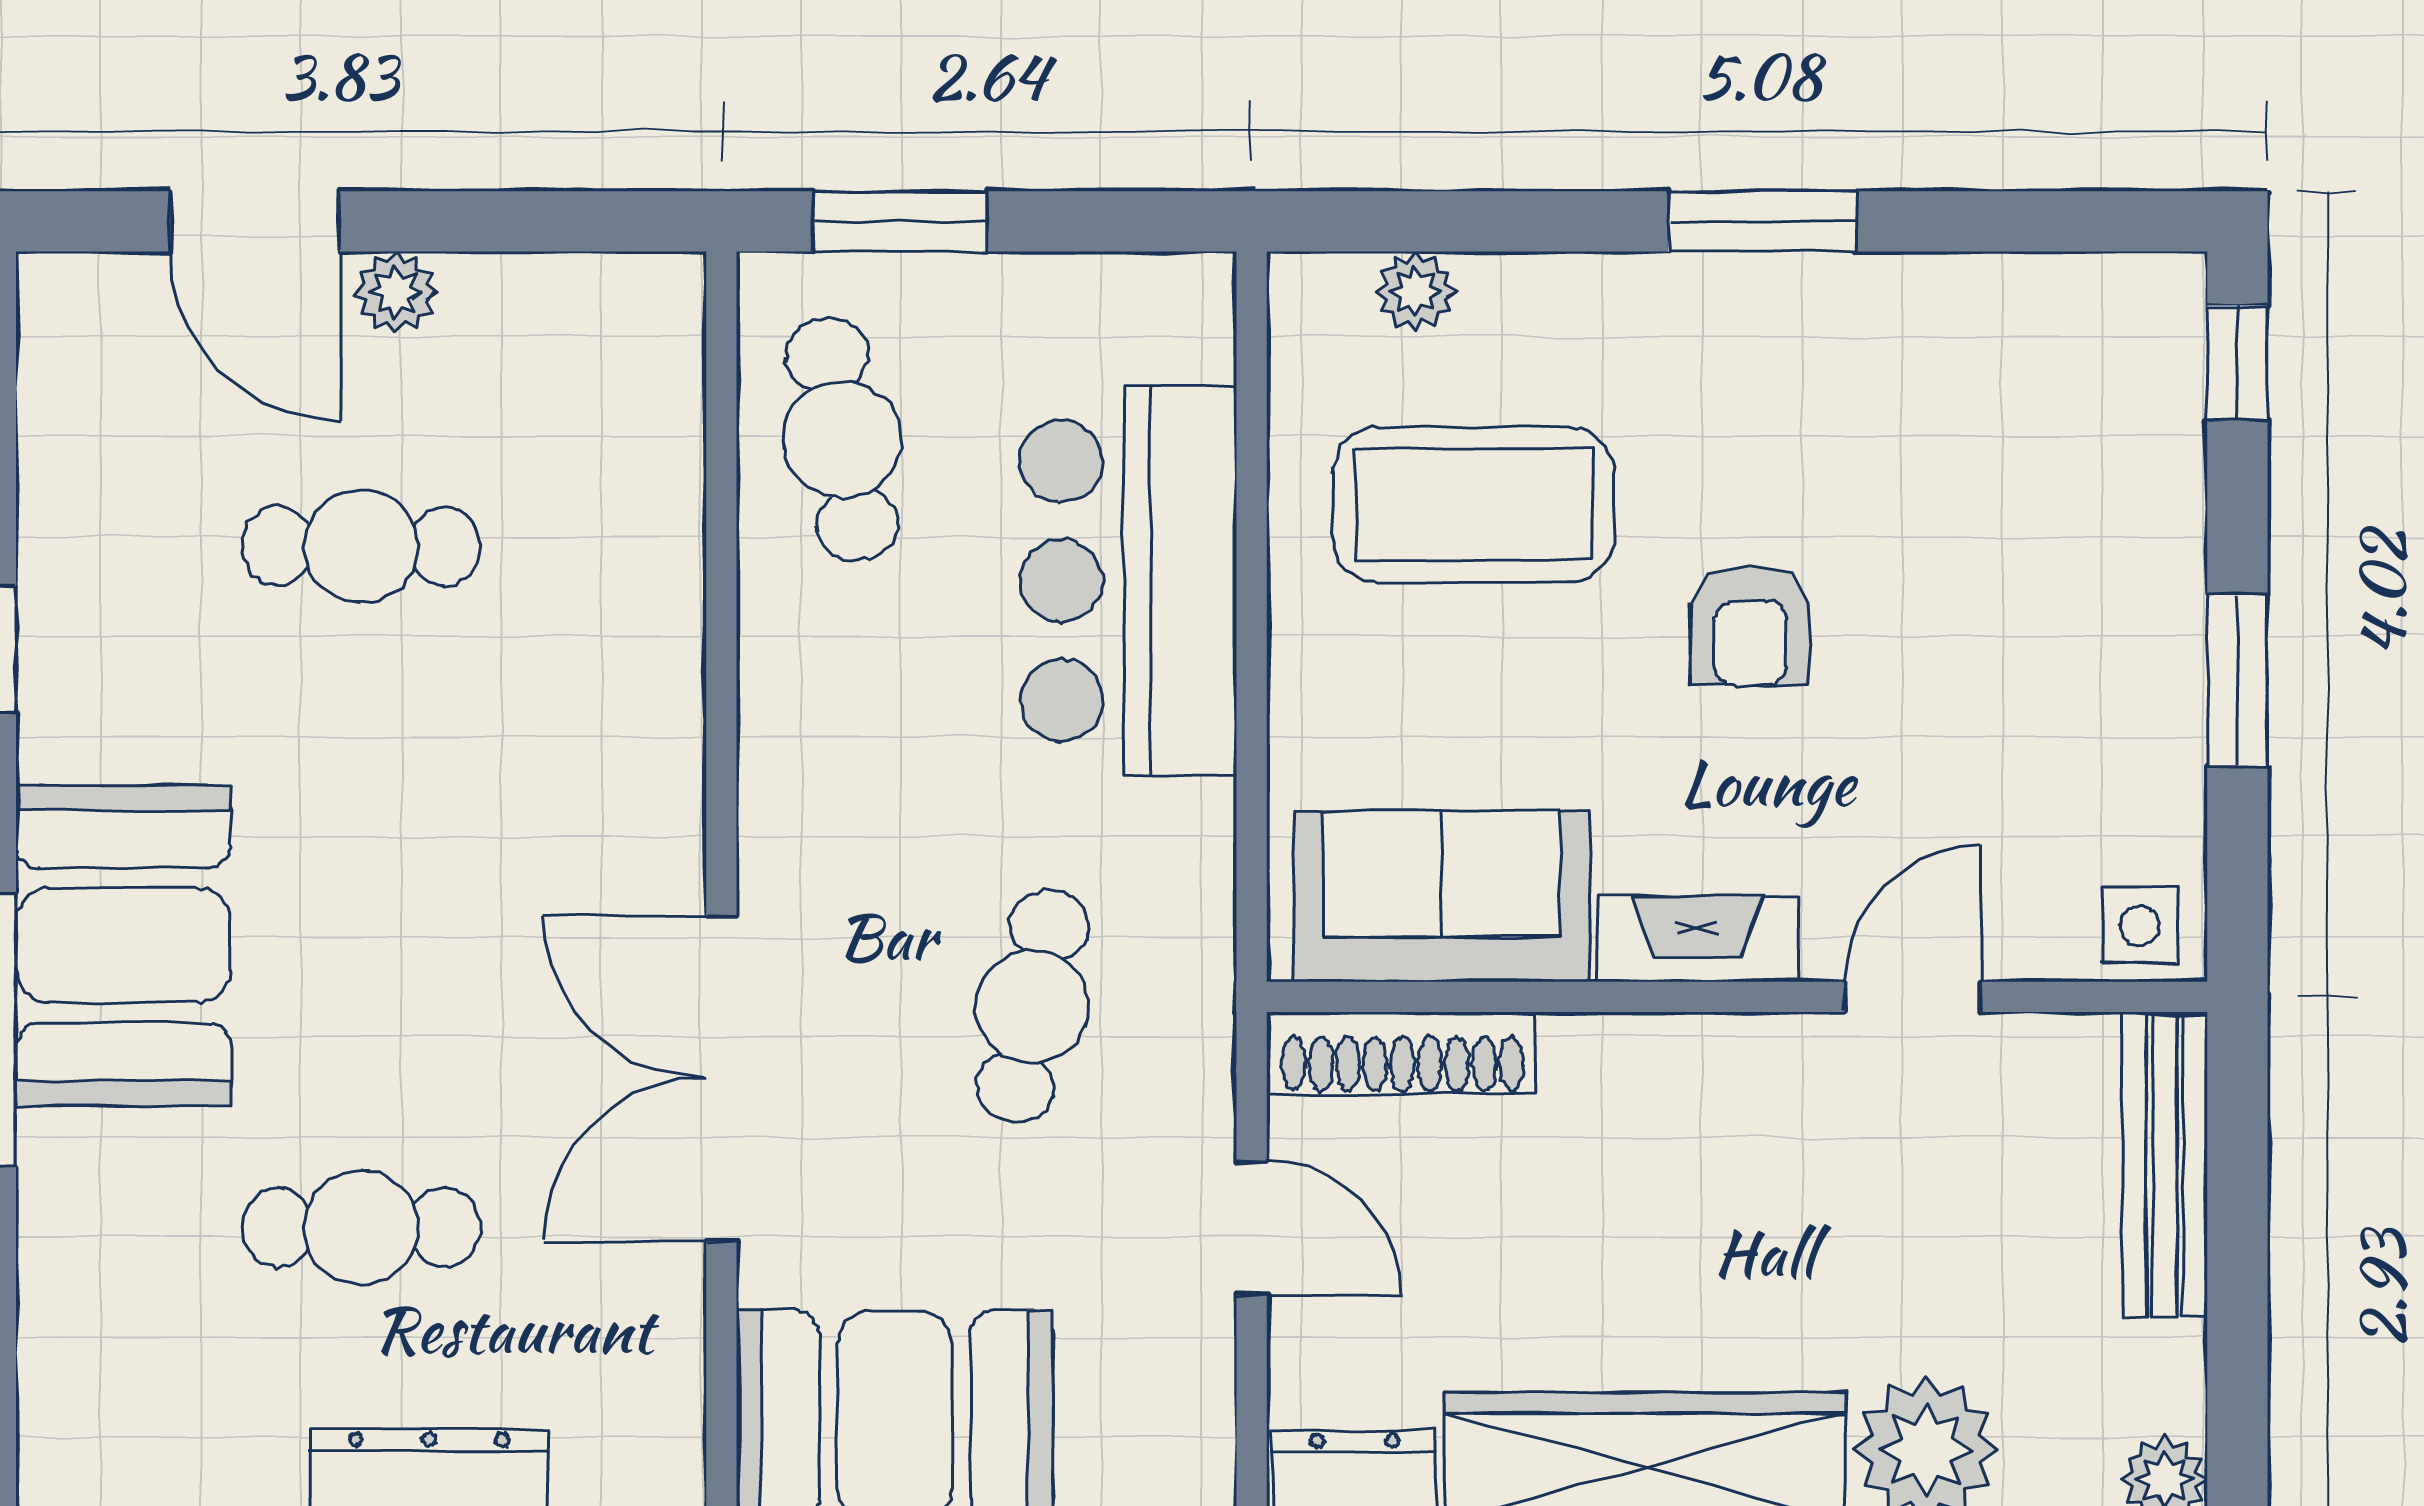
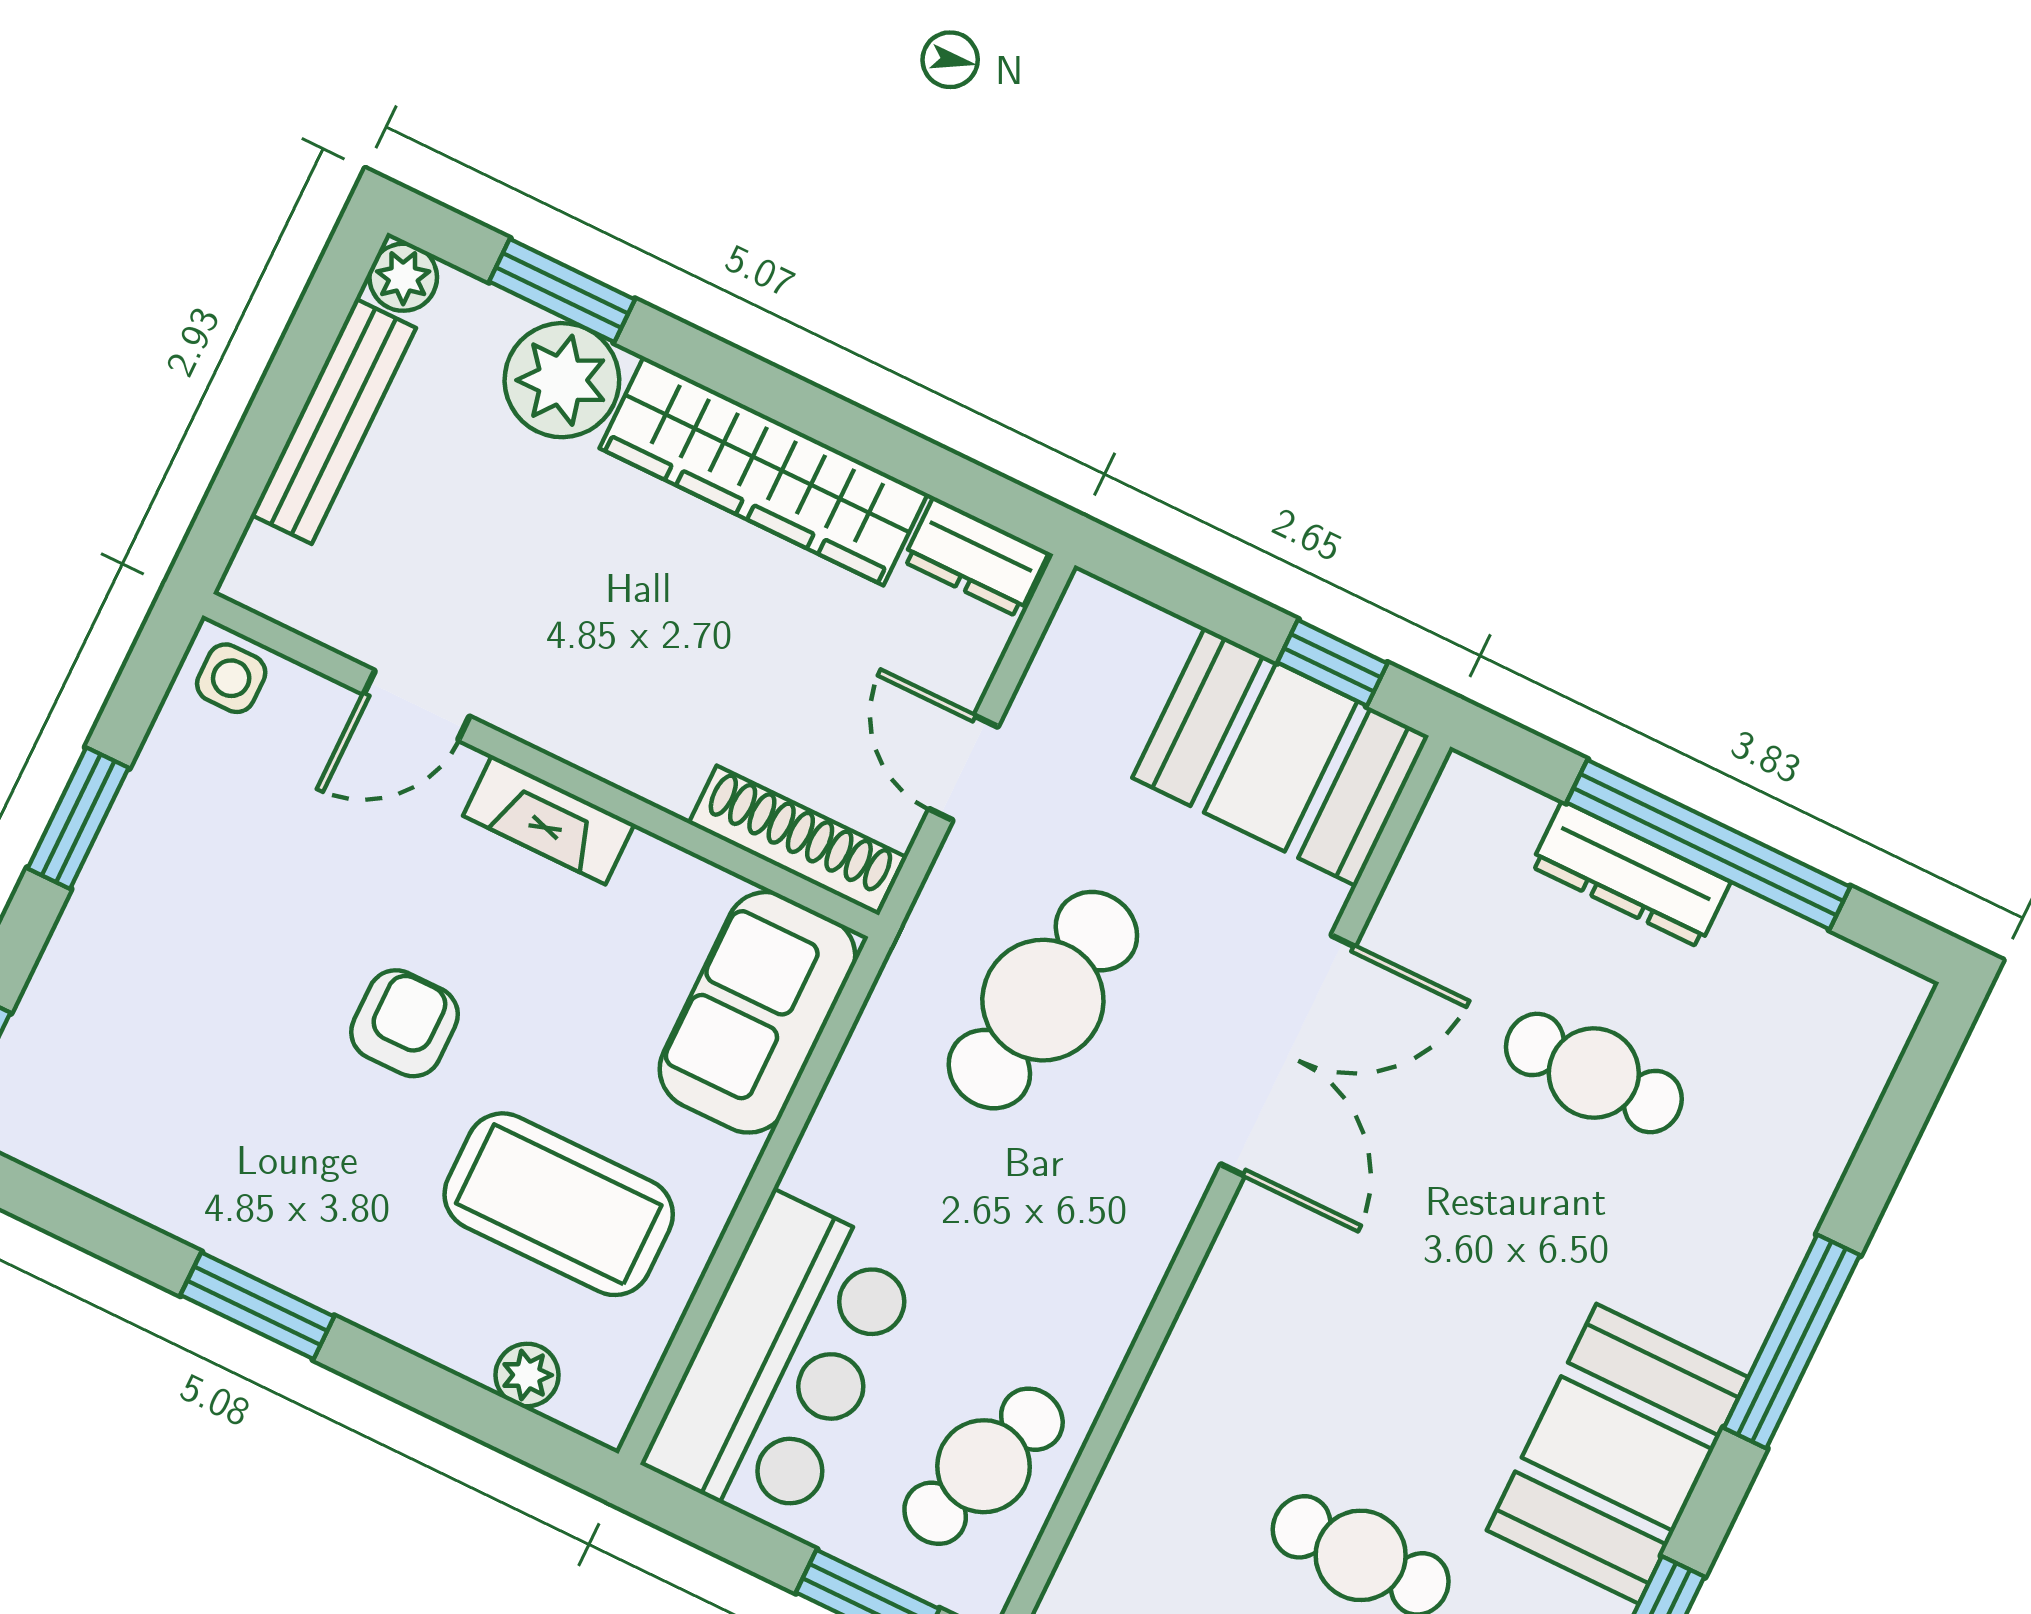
cafe table: (842, 440) -> (984, 1466), turned 30
bar counter: (1128, 581) -> (783, 1363), moved
sofa: (1441, 896) -> (757, 1012), moved, turned 90
booth: (123, 945) -> (1618, 1454), moved
cafe table: (1032, 1006) -> (1043, 1000), width x1.37, depth x1.35
bench: (2165, 1165) -> (334, 421), moved

